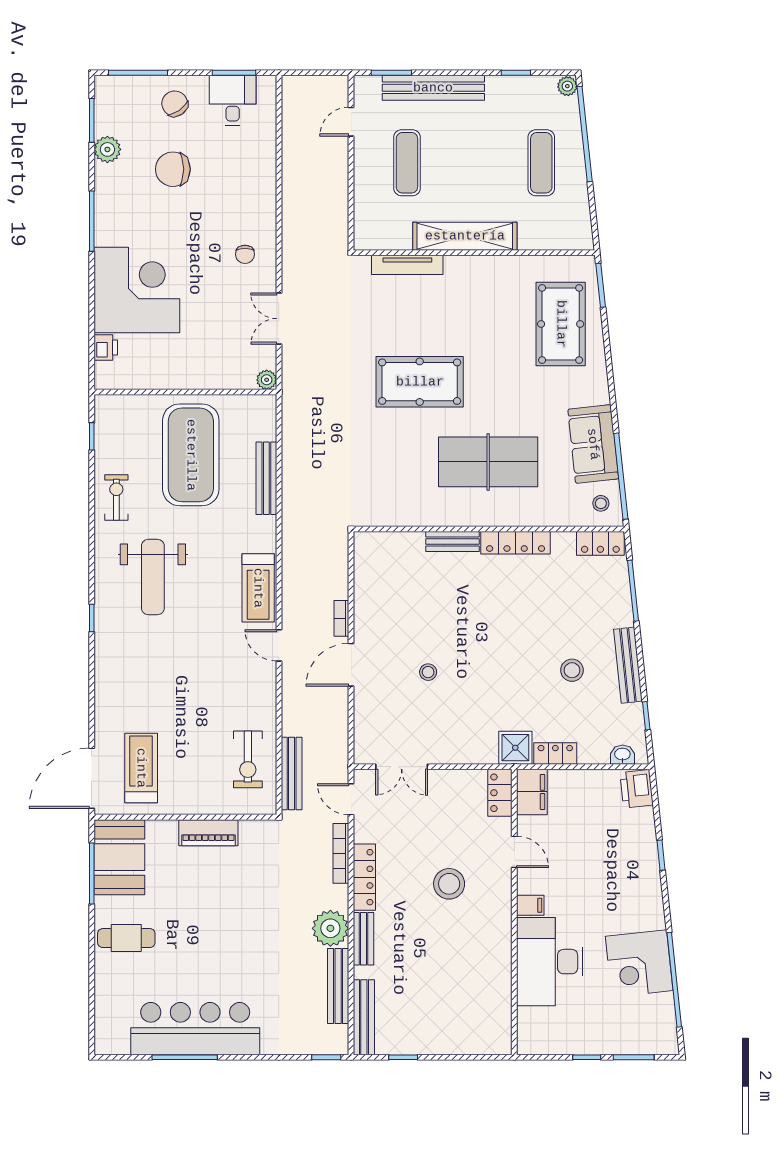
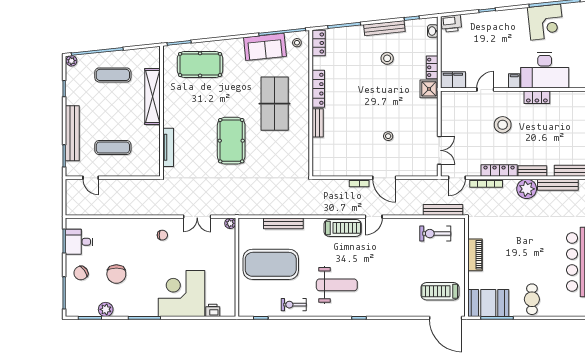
shelving: (465, 236) -> (153, 97), moved
exercise bike: (248, 759) -> (435, 234), turned 180
locker: (500, 793) -> (537, 97), moved

